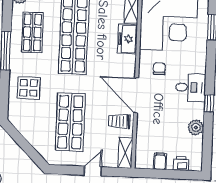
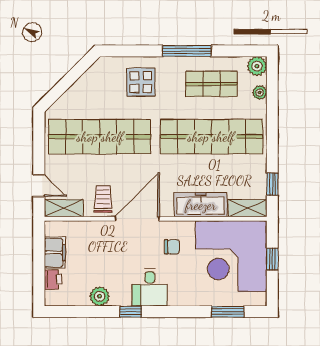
freezer: (127, 39) -> (201, 205), width x1.40
shop shelf: (70, 122) -> (100, 137), width x1.40
filing cabinet: (160, 161) -> (55, 253), width x2.00
door: (93, 171) -> (39, 186), moved

